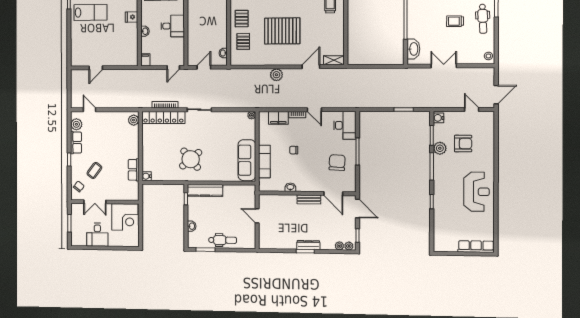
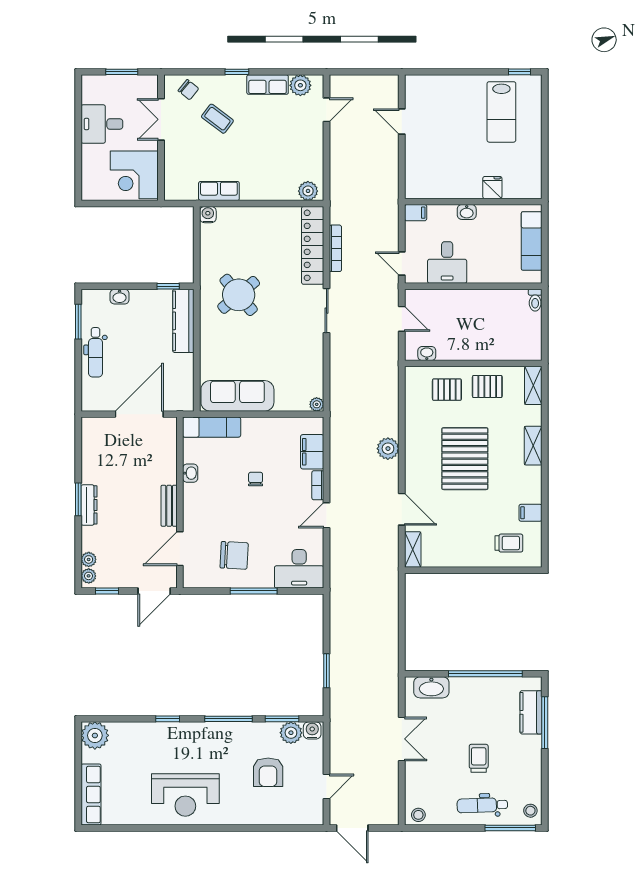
desk: (173, 26) -> (447, 262), moved
plant: (440, 148) -> (291, 733), moved
exam couch: (264, 161) -> (212, 427), moved
door: (257, 216) -> (139, 414), width x1.87
plant: (441, 244) -> (95, 735), added

